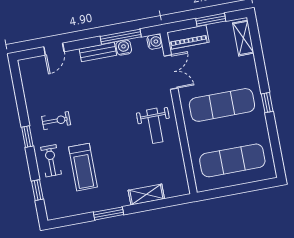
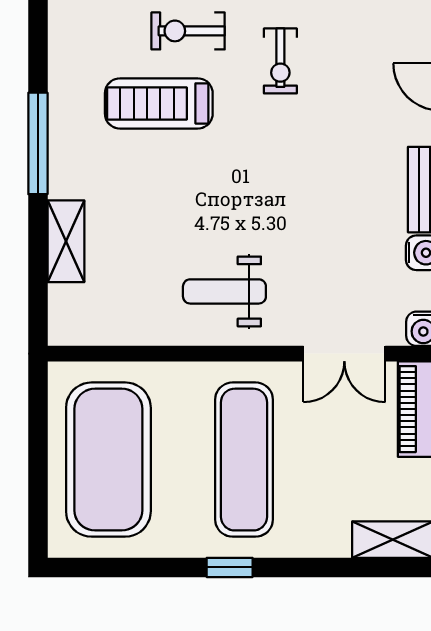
exercise mat: (232, 160) -> (108, 460), width x1.47
exercise bike: (51, 161) -> (188, 31), turned 180
window: (109, 213) -> (38, 143), width x1.44

